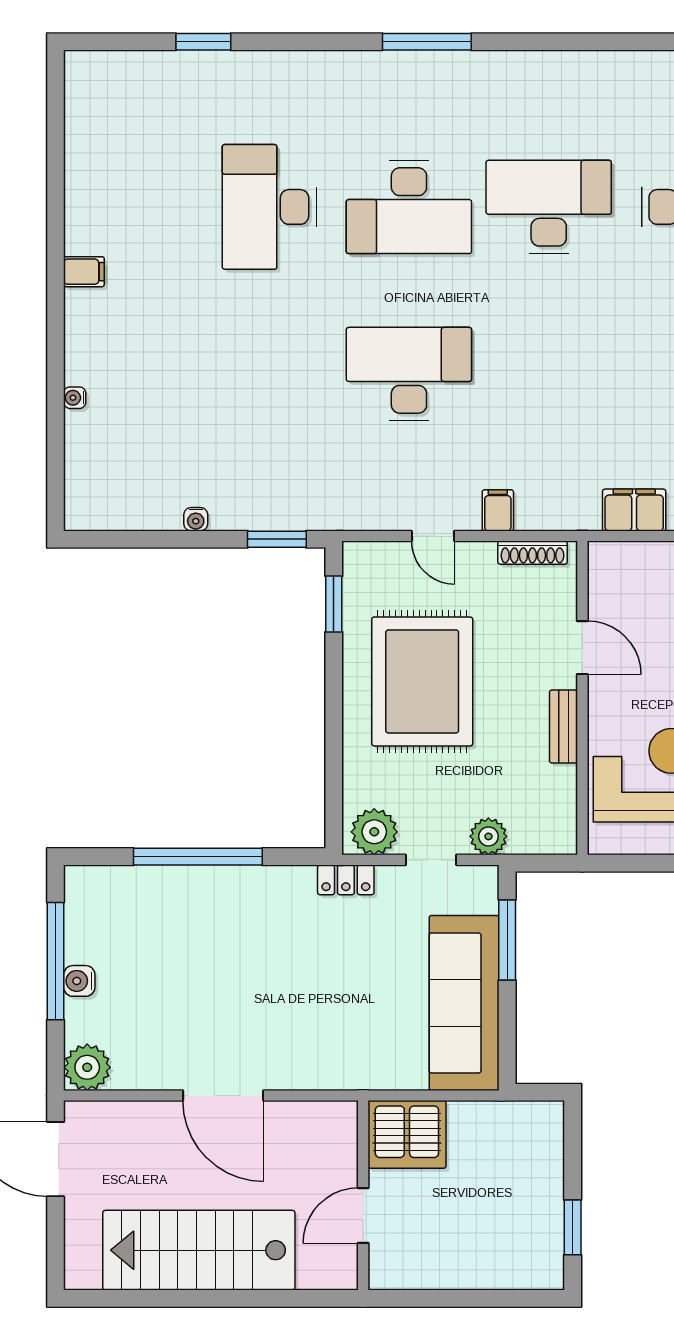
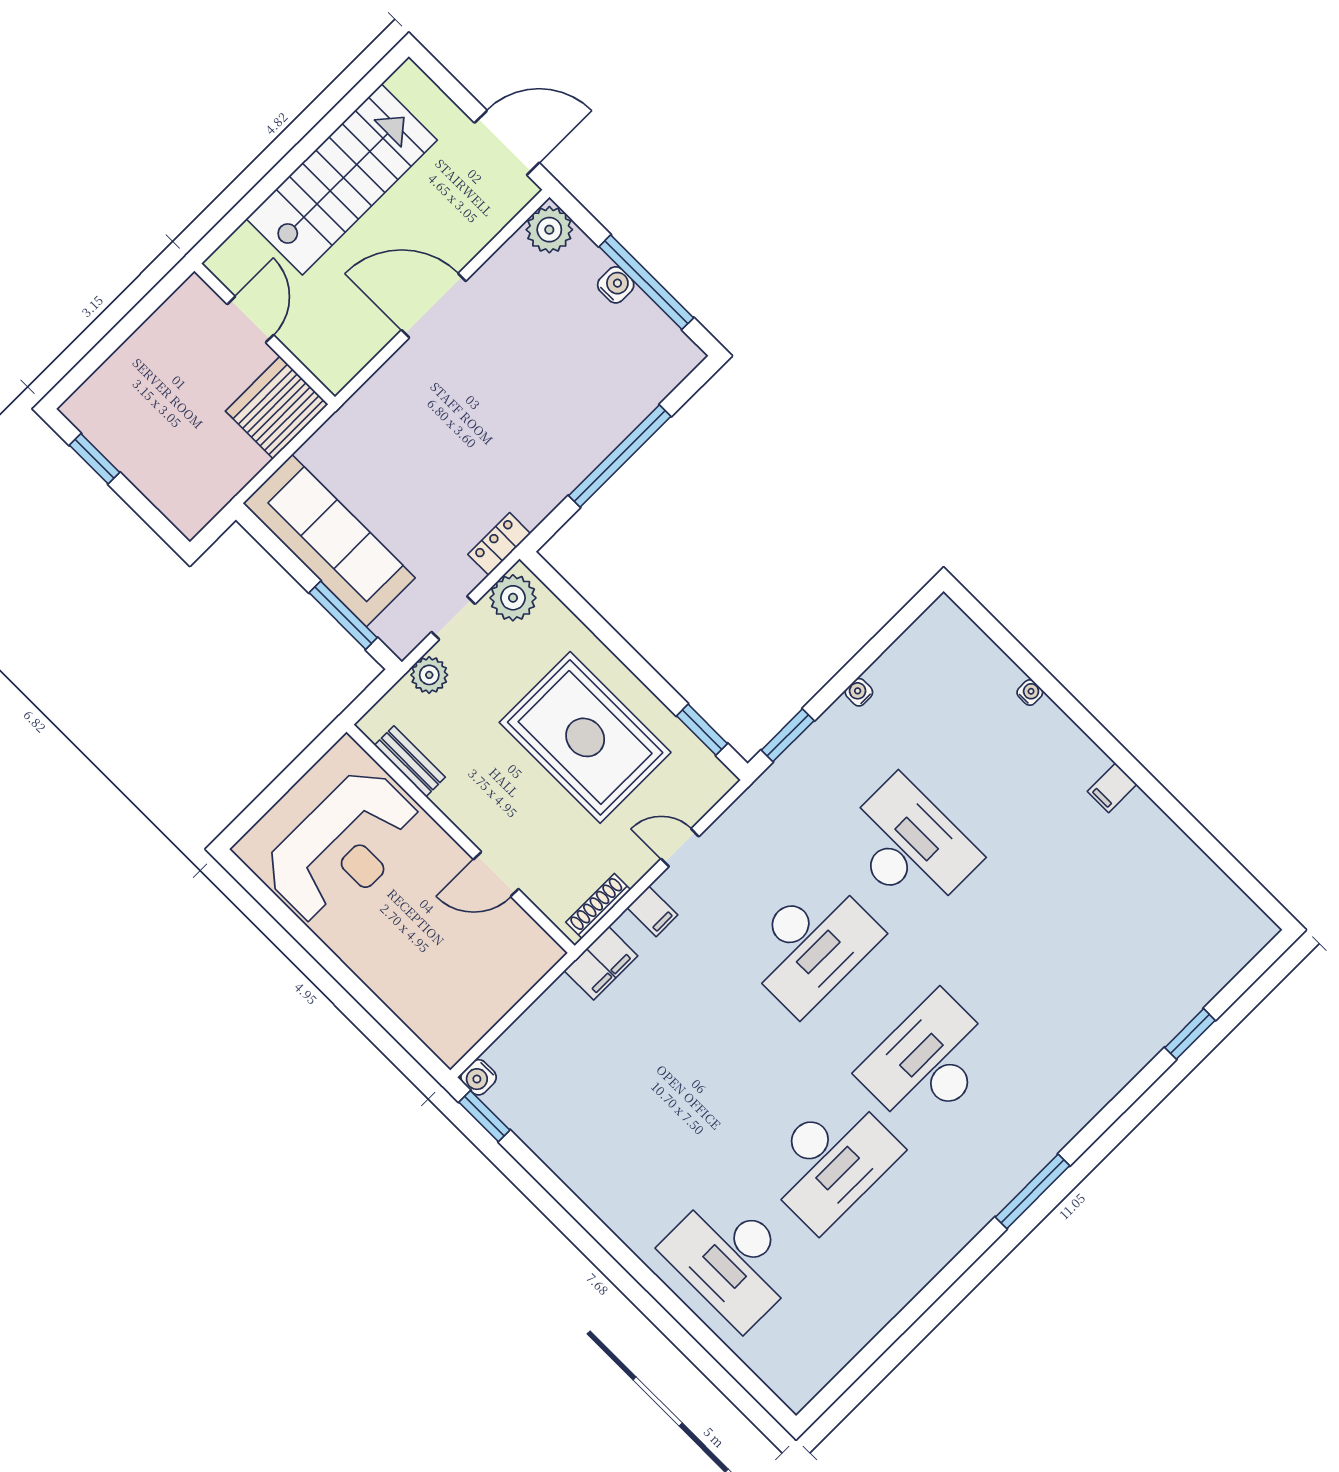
desk: (269, 207) -> (909, 846), moved
filing cabinet: (634, 510) -> (601, 963), moved
bench: (564, 727) -> (410, 761), moved

